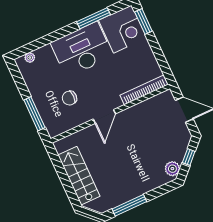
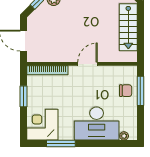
window: (143, 21) -> (23, 96), moved
desk: (82, 50) -> (97, 124), moved
chair: (69, 98) -> (126, 91), moved

